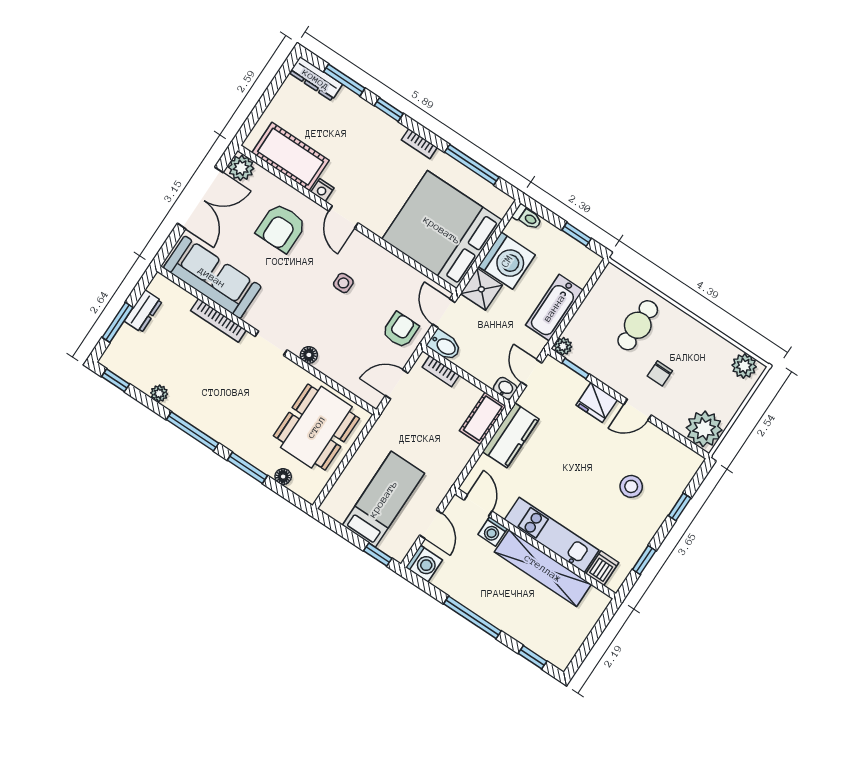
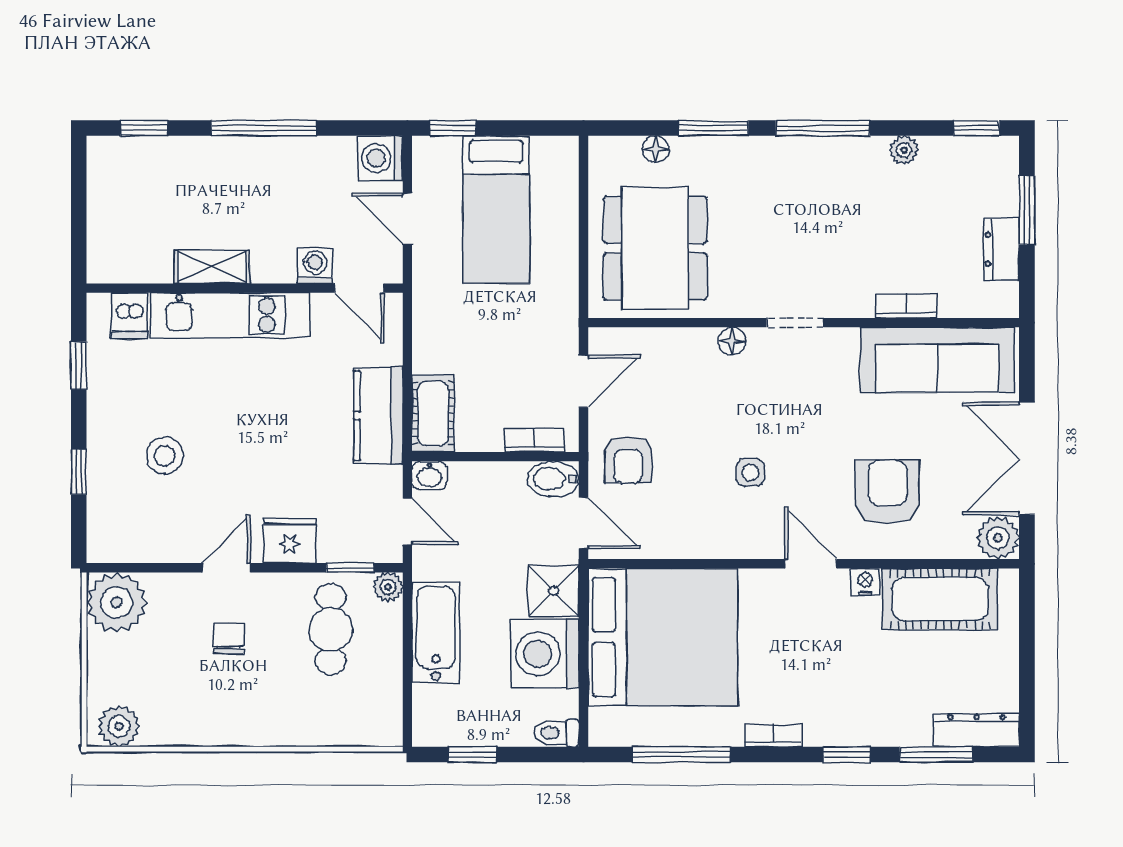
bookcase: (218, 320) -> (906, 306), width x0.64
cafe table: (638, 325) -> (331, 629), moved
shelving: (543, 568) -> (212, 267), width x0.45, depth x0.75

